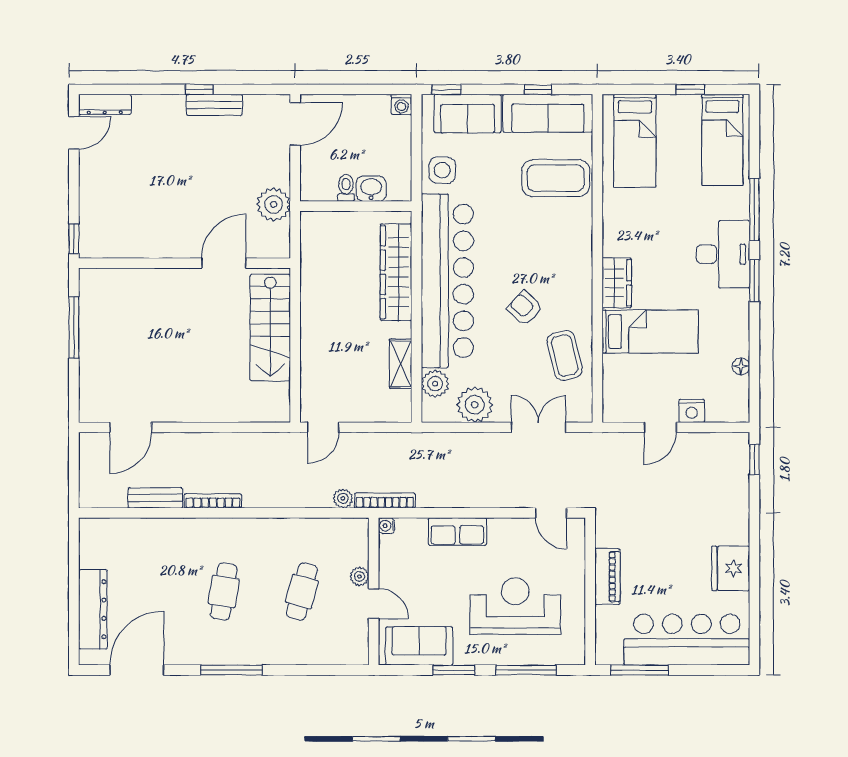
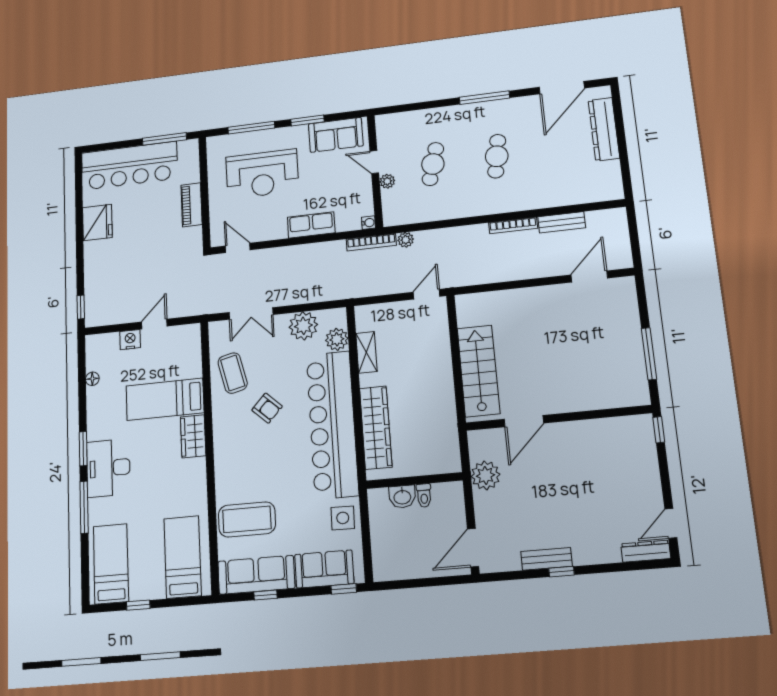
washing machine: (402, 104) -> (382, 572), removed

